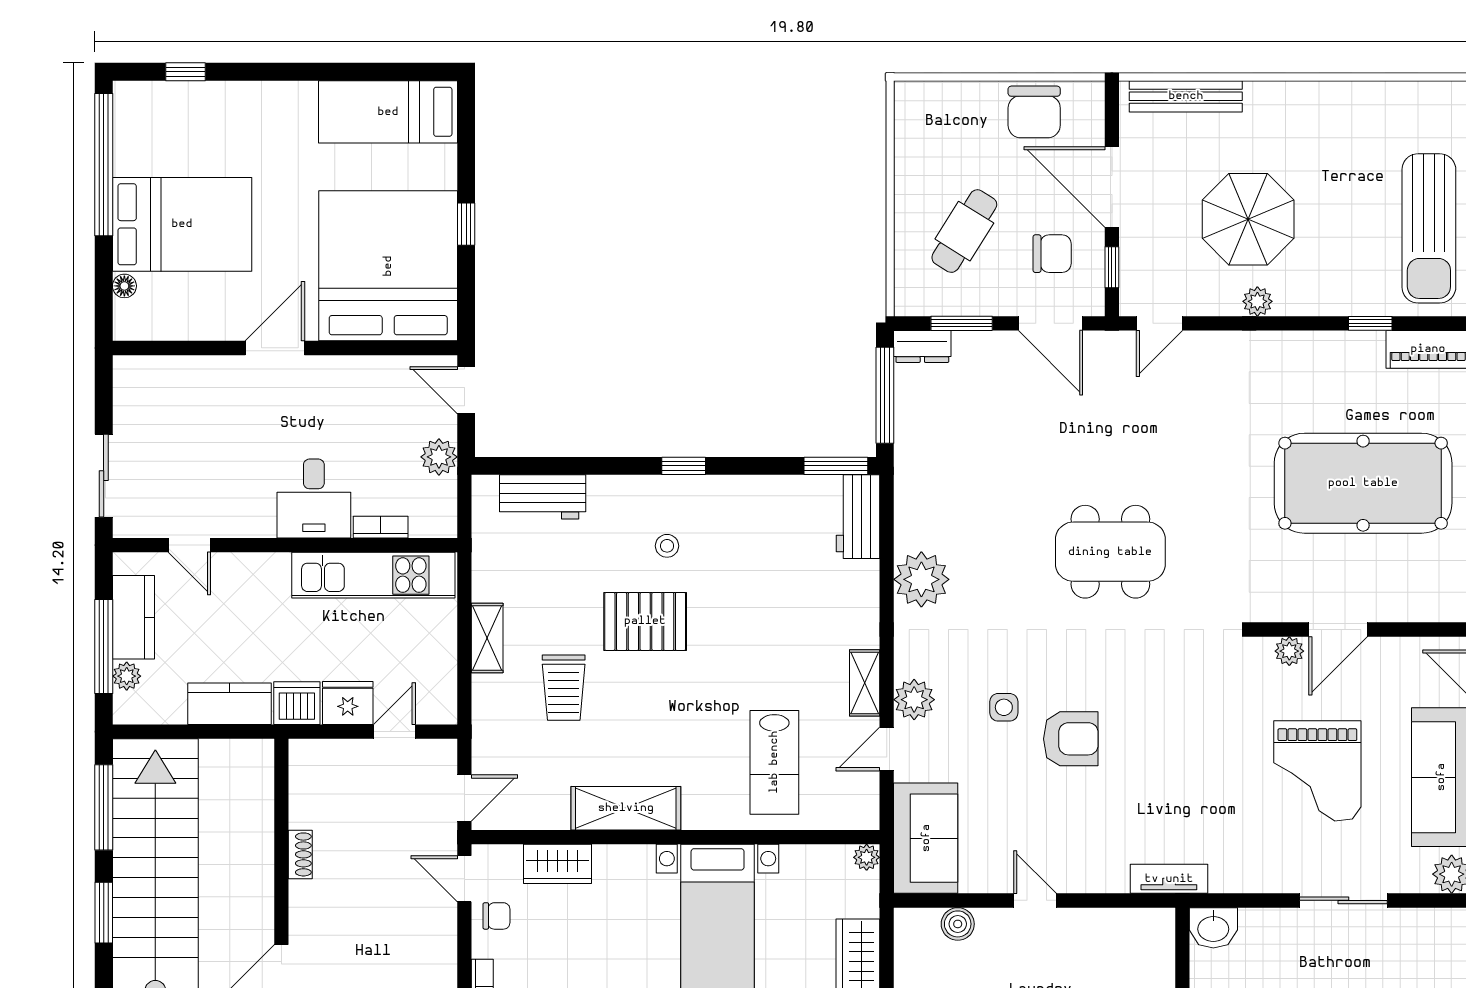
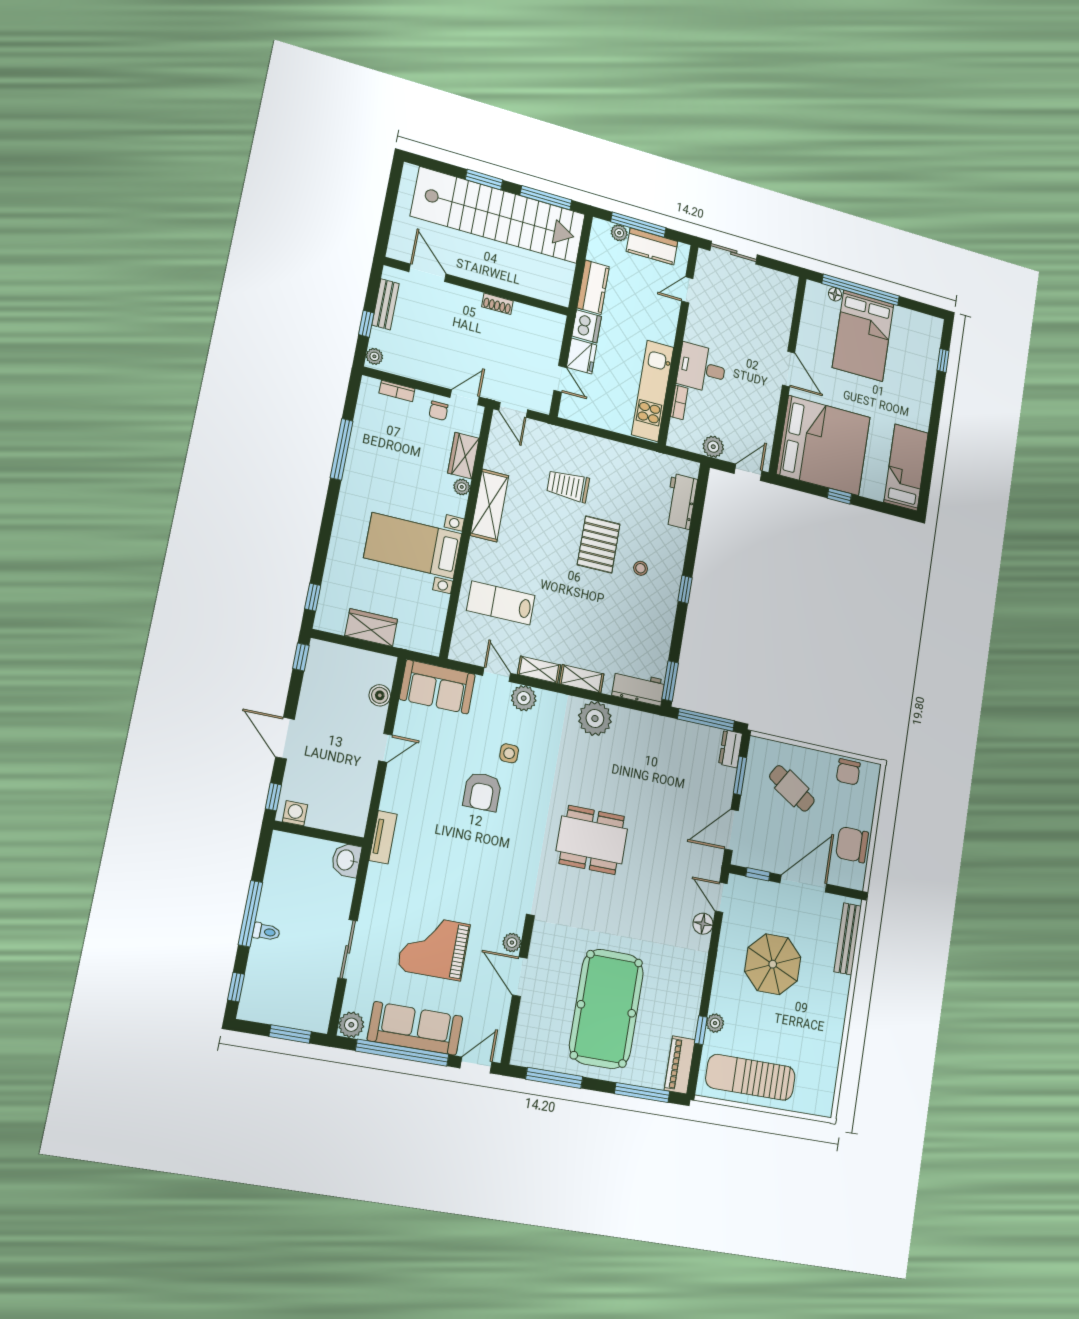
window: (104, 165) -> (861, 290), moved
chair: (1052, 254) -> (848, 772), moved
plant: (1257, 301) -> (715, 1023), moved
floor lamp: (1206, 347) -> (703, 924), added
dining table: (1110, 552) -> (592, 840), turned 90
shelving: (487, 638) -> (582, 679), moved
plant: (867, 857) -> (462, 487), moved

